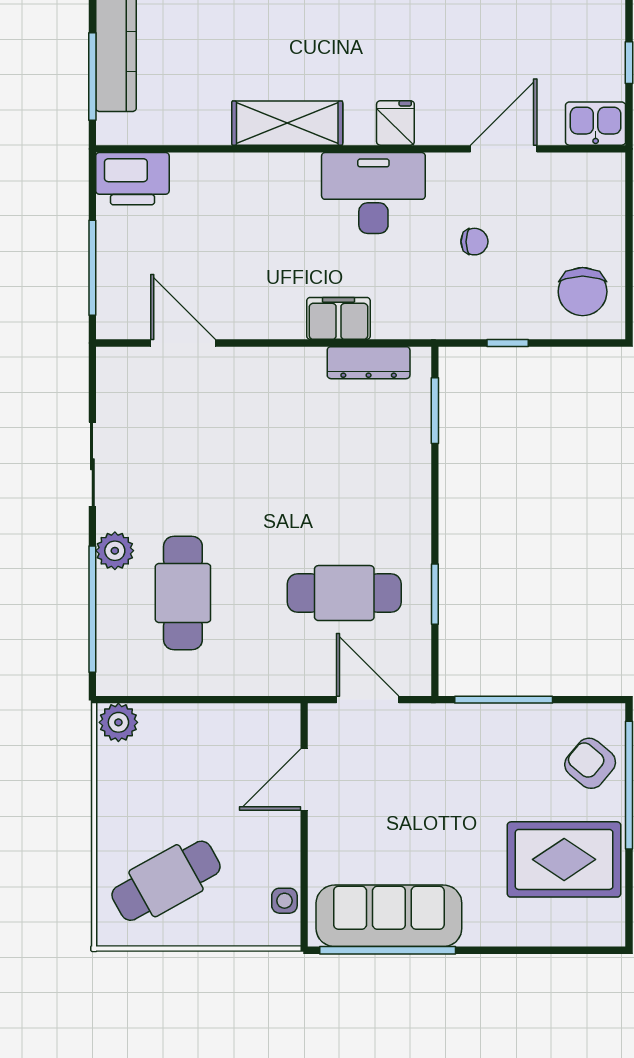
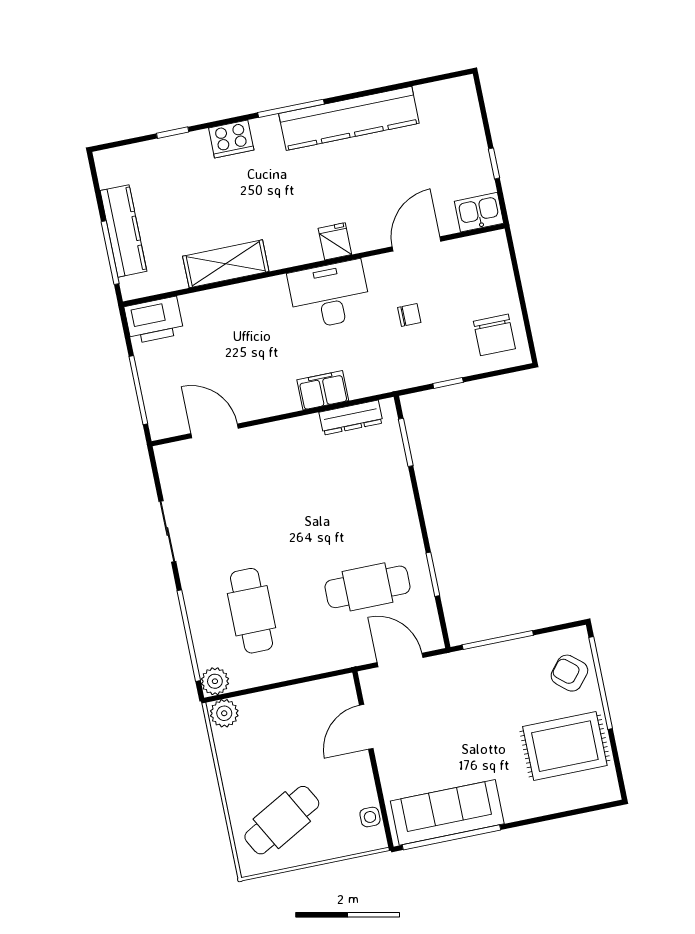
shelving: (287, 123) -> (226, 264), moved
plant: (115, 551) -> (215, 681), moved

